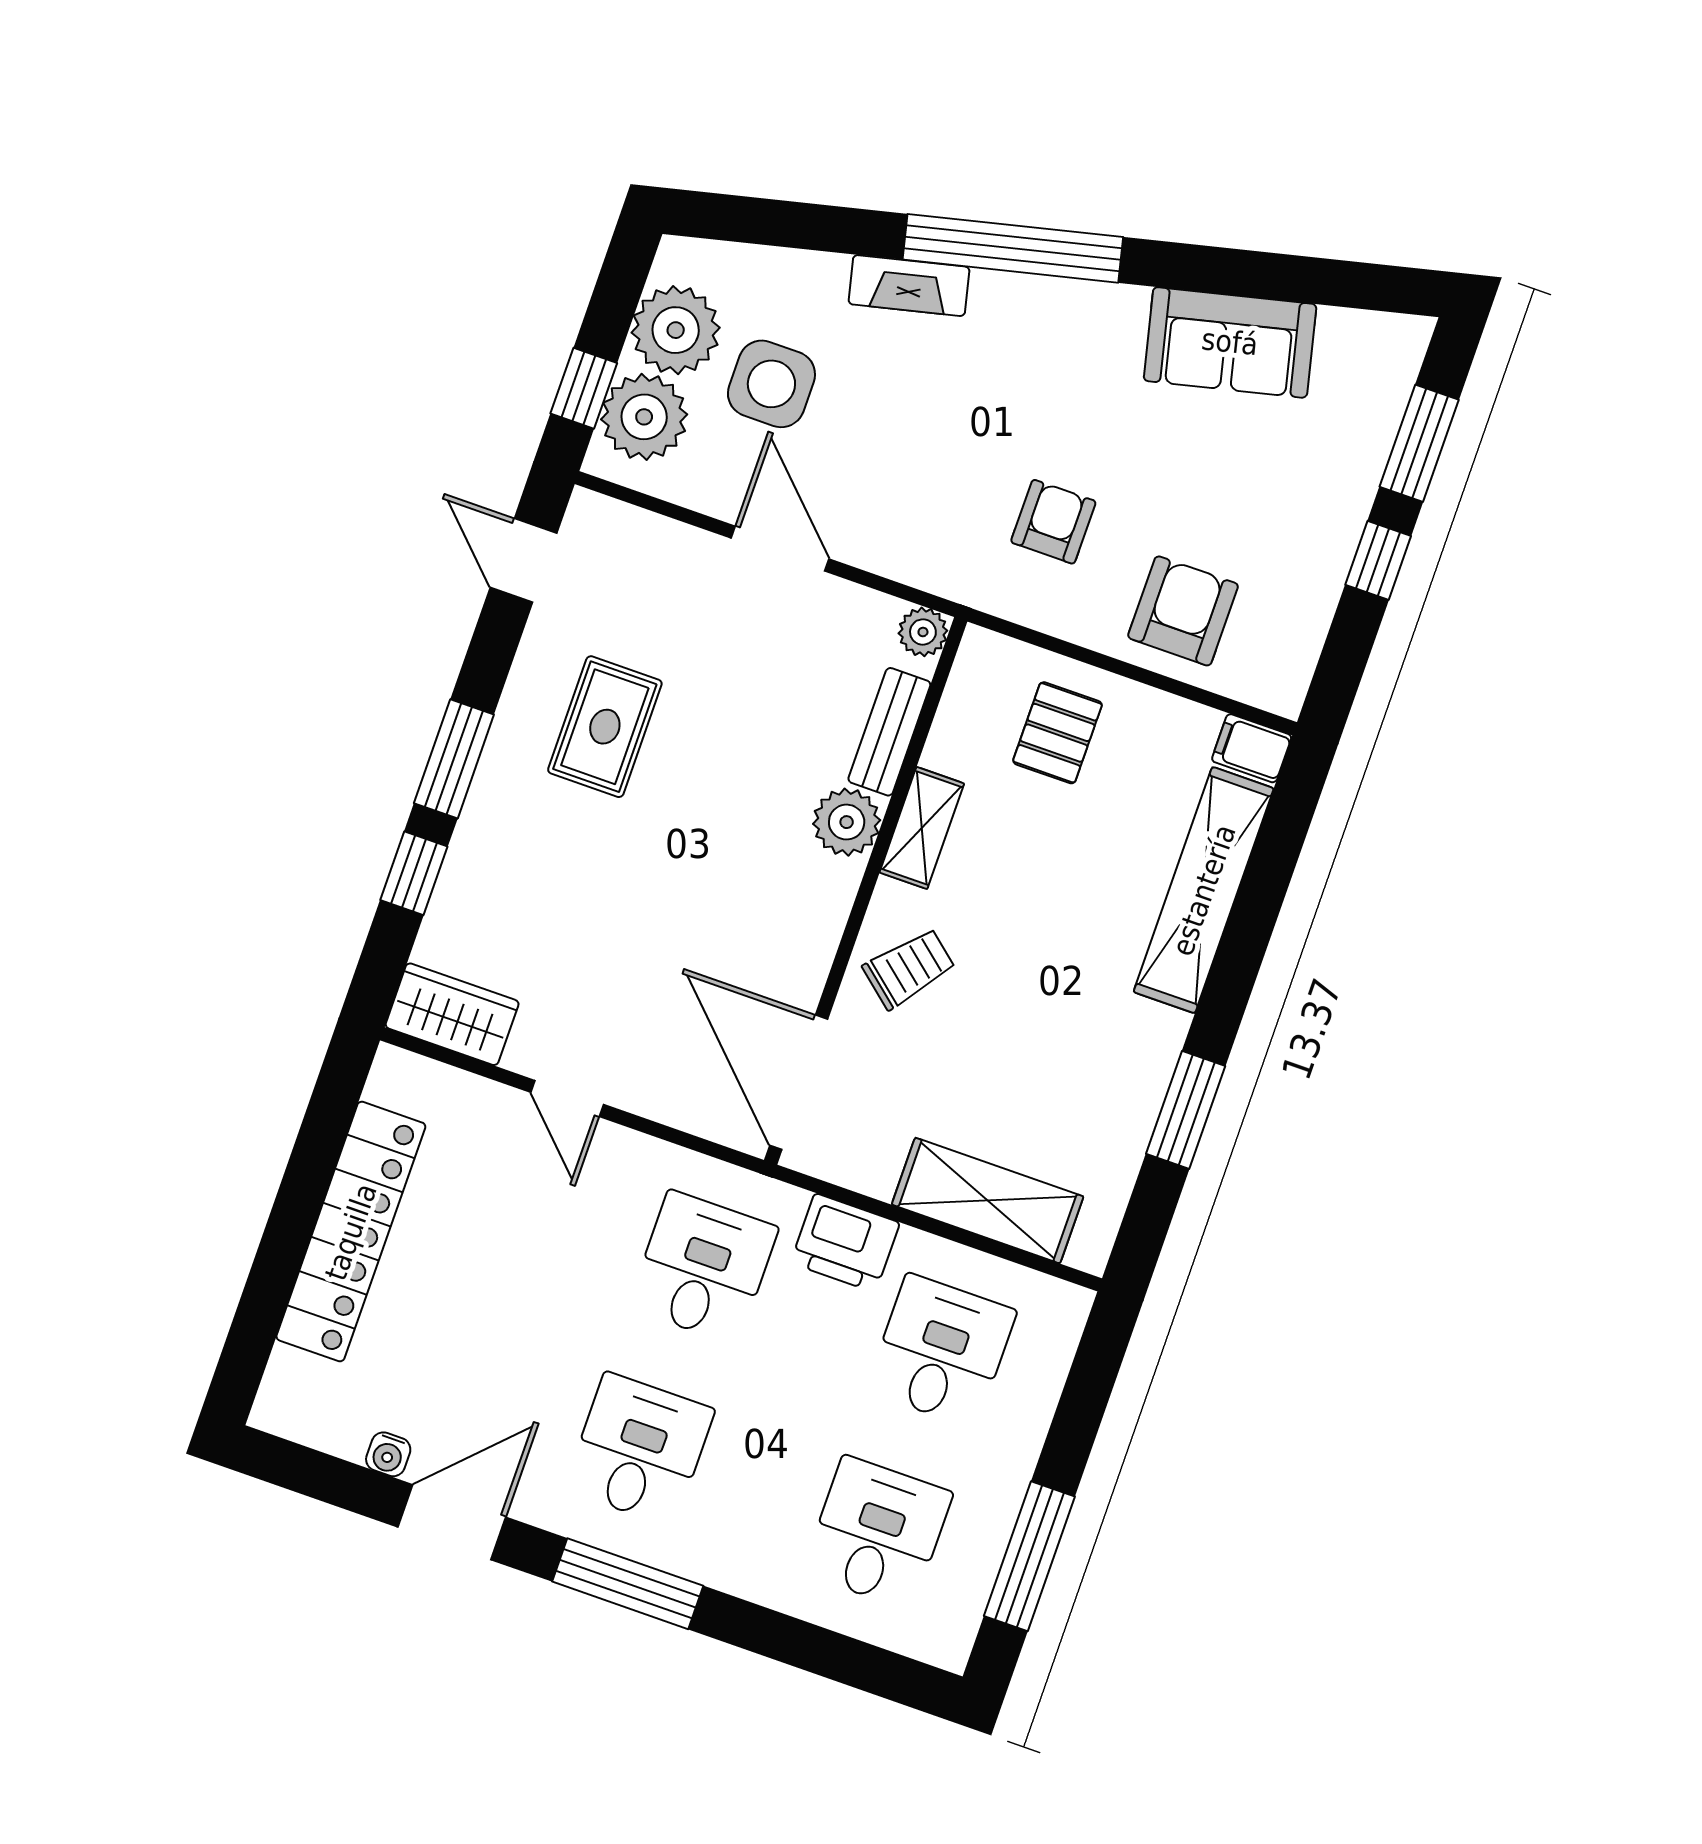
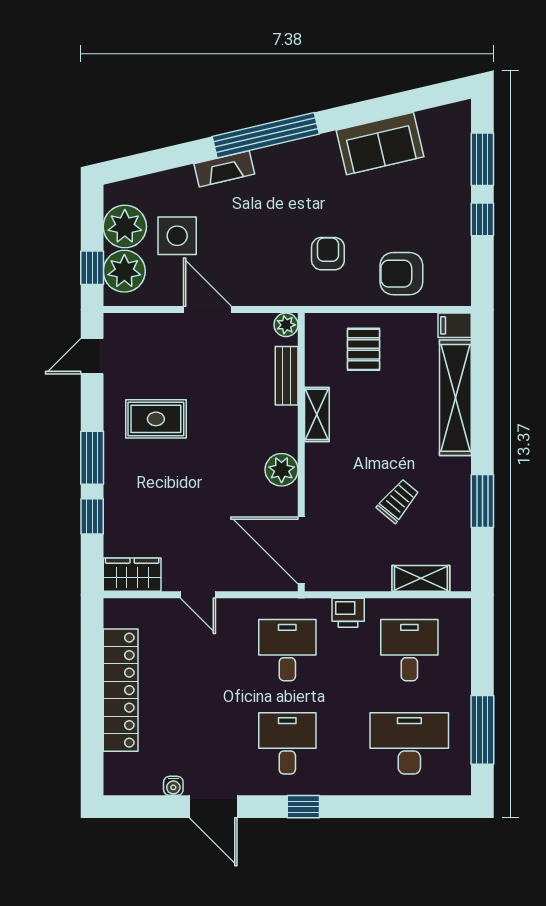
door: (523, 560) -> (92, 356), hinge flipped
armchair: (1183, 611) -> (401, 274), turned -90
rug: (605, 727) -> (156, 419), turned 90
plant: (847, 822) -> (282, 470), moved
trolley: (909, 968) -> (398, 501), moved
shelving: (988, 1201) -> (421, 578), width x0.67, depth x0.75
printer: (845, 1243) -> (348, 613), width x0.73, depth x0.81
door: (452, 1522) -> (213, 807), swing flipped
desk: (878, 1533) -> (409, 743), width x1.37
window: (628, 1584) -> (303, 807), width x0.46

